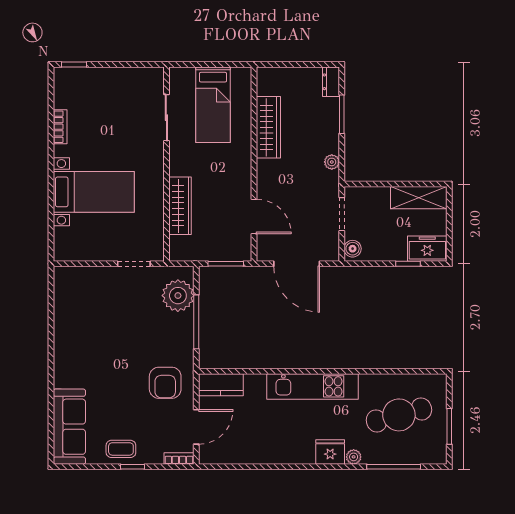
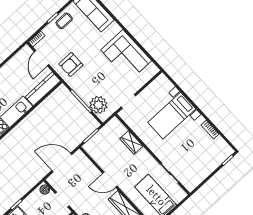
wardrobe: (180, 206) -> (131, 142), width x0.67
door: (254, 216) -> (110, 180), moved
corner sofa: (81, 327) -> (126, 55), added
armchair: (165, 383) -> (71, 64), turned -90
kitchen counter: (221, 385) -> (43, 89), width x1.50

